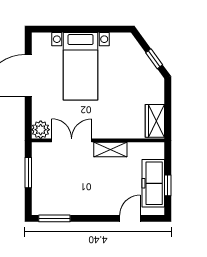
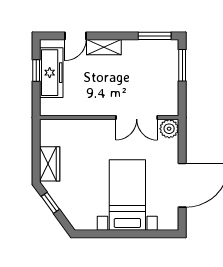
wardrobe: (155, 121) -> (50, 164), moved
shelving: (110, 149) -> (104, 47), moved
window: (28, 173) -> (182, 65), moved

